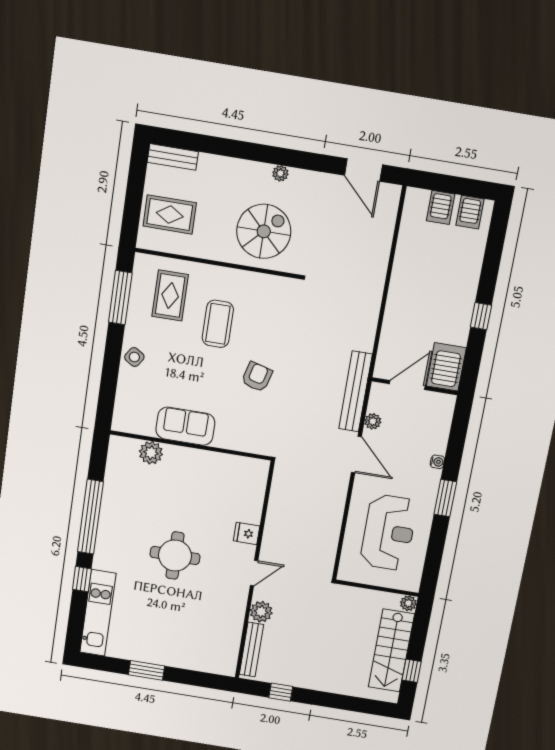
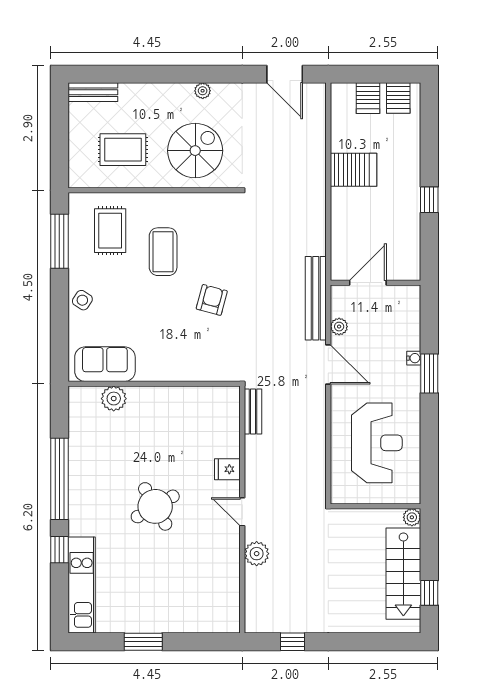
rug: (170, 215) -> (123, 150), moved
server rack: (446, 367) -> (354, 170), moved, turned 90
sofa: (185, 426) -> (105, 364), moved
window: (445, 498) -> (429, 374), moved
round table: (175, 556) -> (155, 506), turned -30
door: (254, 573) -> (242, 512), swing flipped
bench: (251, 650) -> (253, 411), moved, width x0.73

